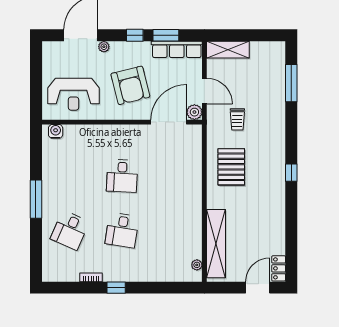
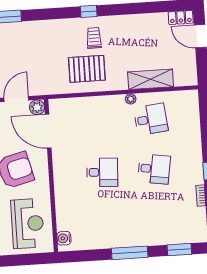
trolley: (237, 119) -> (94, 38), moved, turned -90
desk: (70, 230) -> (151, 119), moved, turned -30
shelving: (216, 244) -> (151, 79), width x0.68
window: (36, 251) -> (179, 250), added
plant: (197, 265) -> (131, 99), moved

